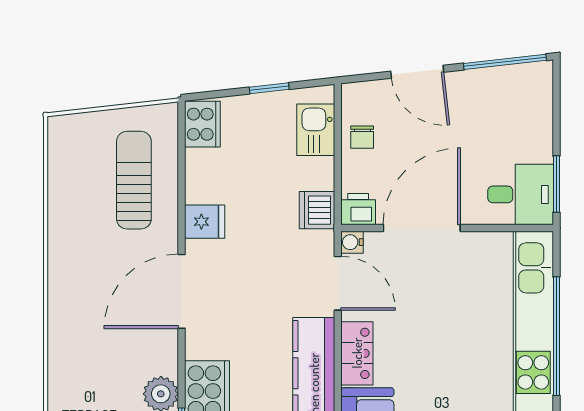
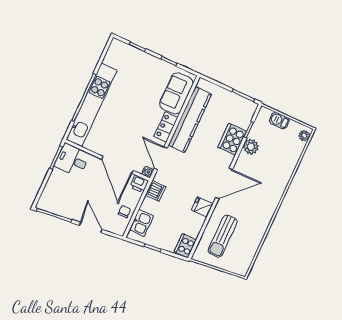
door: (422, 228) -> (117, 165), hinge flipped

